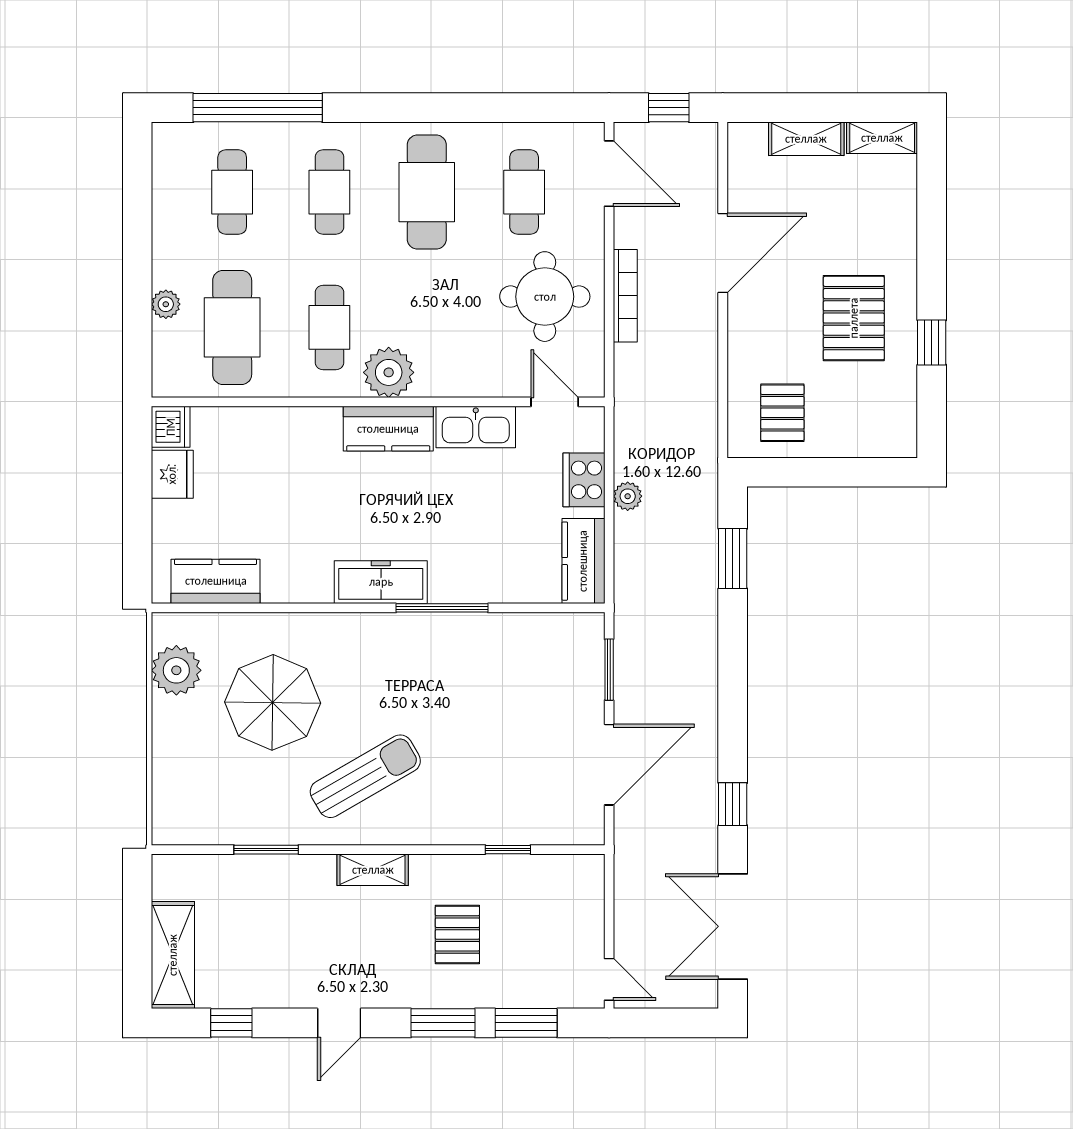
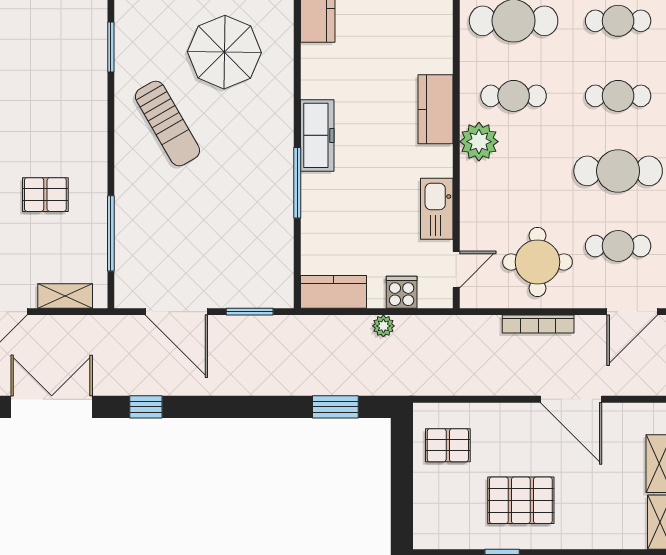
kitchen counter: (388, 429) -> (436, 109), moved
cooker: (584, 480) -> (402, 292), width x0.73
window: (508, 850) -> (111, 233), width x2.17
shelving: (373, 870) -> (65, 296), moved, turned 90

